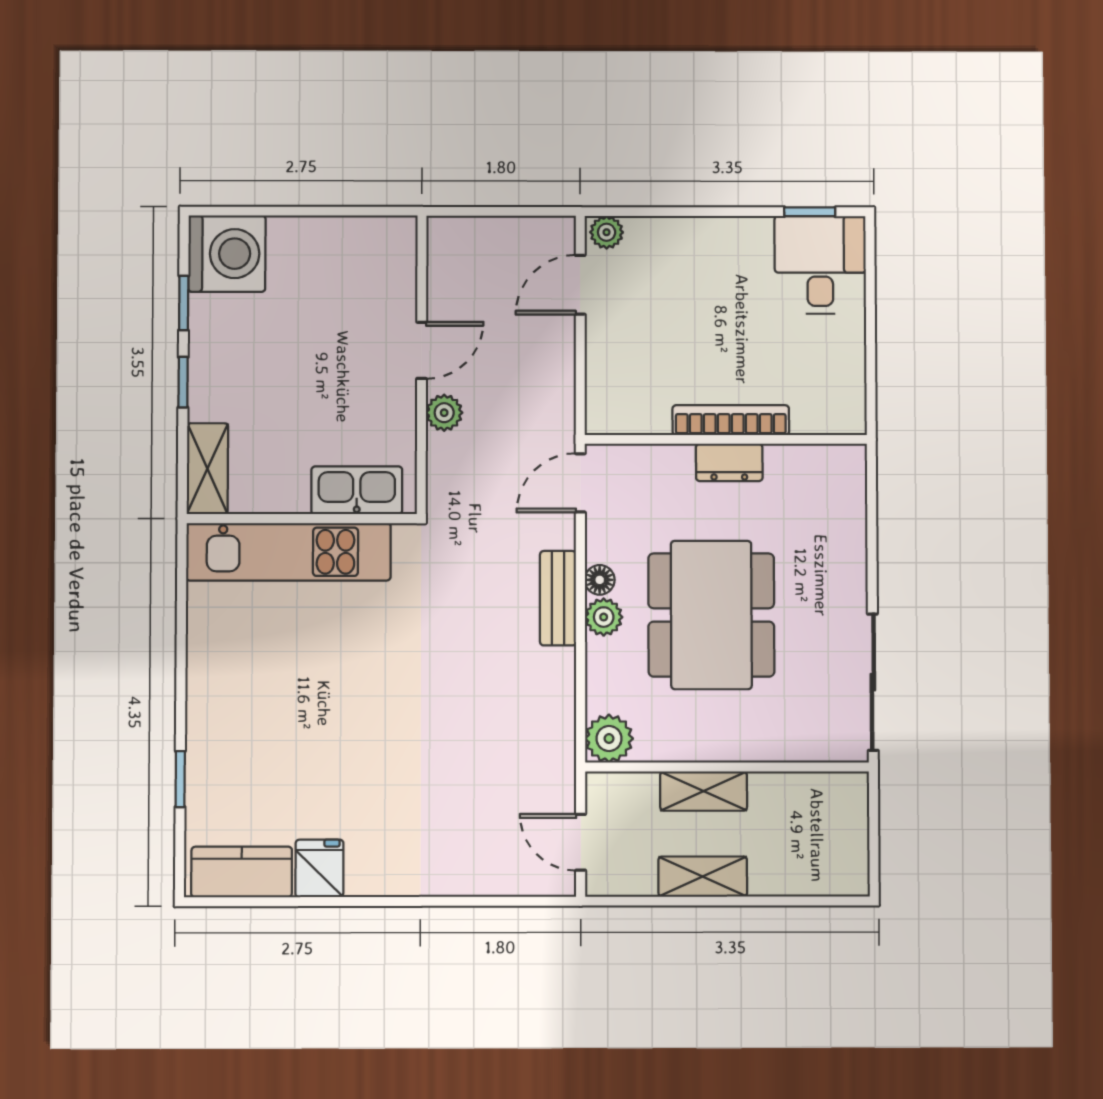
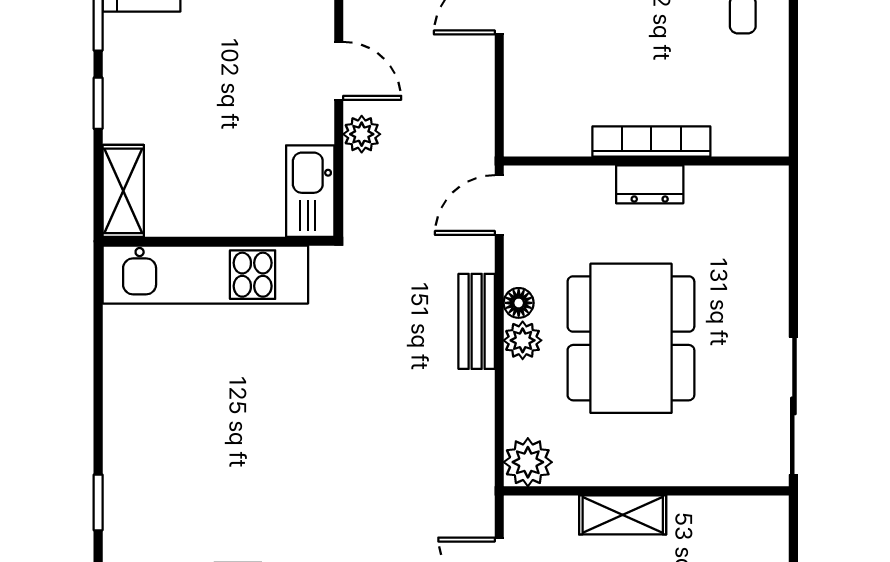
door: (422, 350) -> (339, 71), hinge flipped
kitchen sink: (357, 490) -> (310, 191), moved, turned -90

